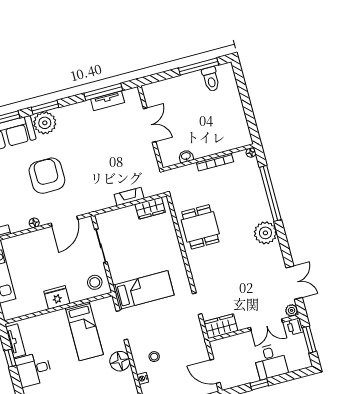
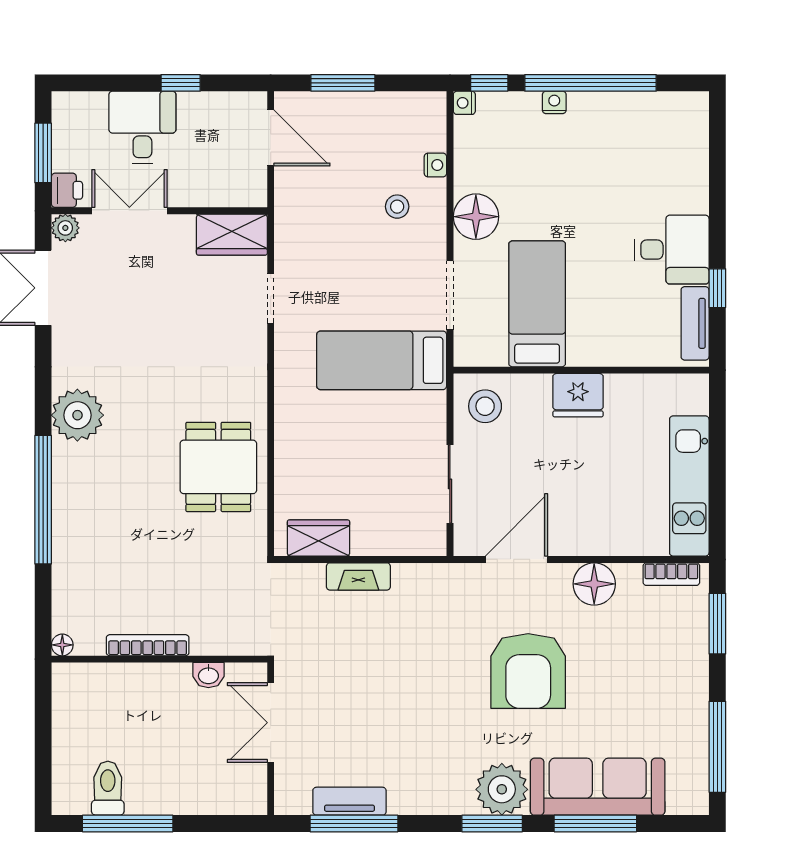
floor lamp: (251, 153) -> (62, 645), moved
washbasin: (186, 156) -> (208, 675), moved
wall: (208, 158) -> (159, 659), moved
bookcase: (215, 162) -> (148, 645), moved
floor lamp: (34, 223) -> (594, 584), width x1.89, depth x1.89

